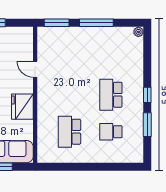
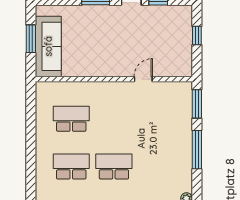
fridge: (22, 107) -> (100, 64), removed
school desk: (111, 132) -> (71, 167), width x1.85

